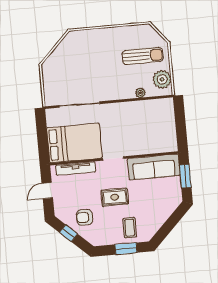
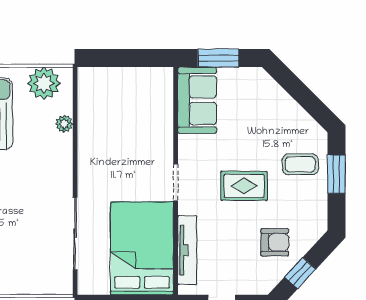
sofa: (154, 167) -> (197, 100), width x0.73
rug: (115, 197) -> (244, 186), turned 90
armchair: (85, 217) -> (275, 242), turned -90

